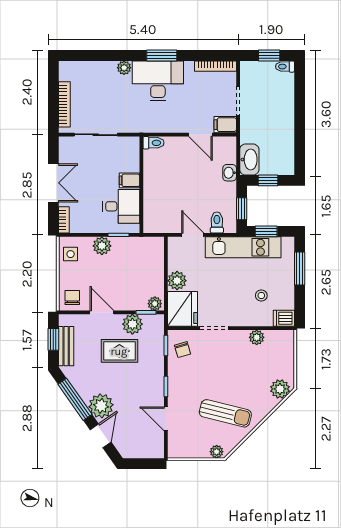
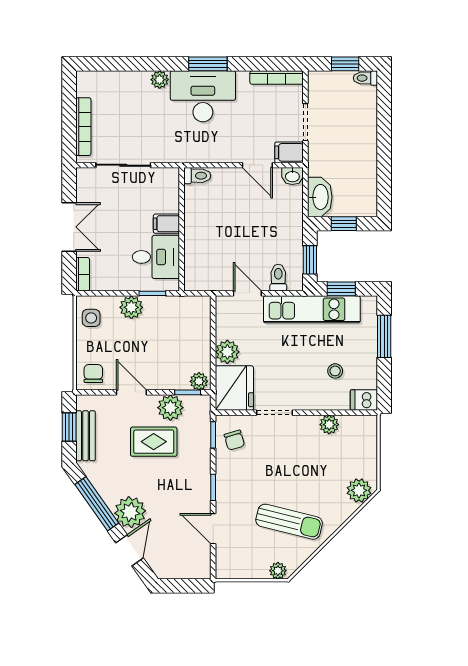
washbasin: (230, 173) -> (292, 176), moved, turned -90

